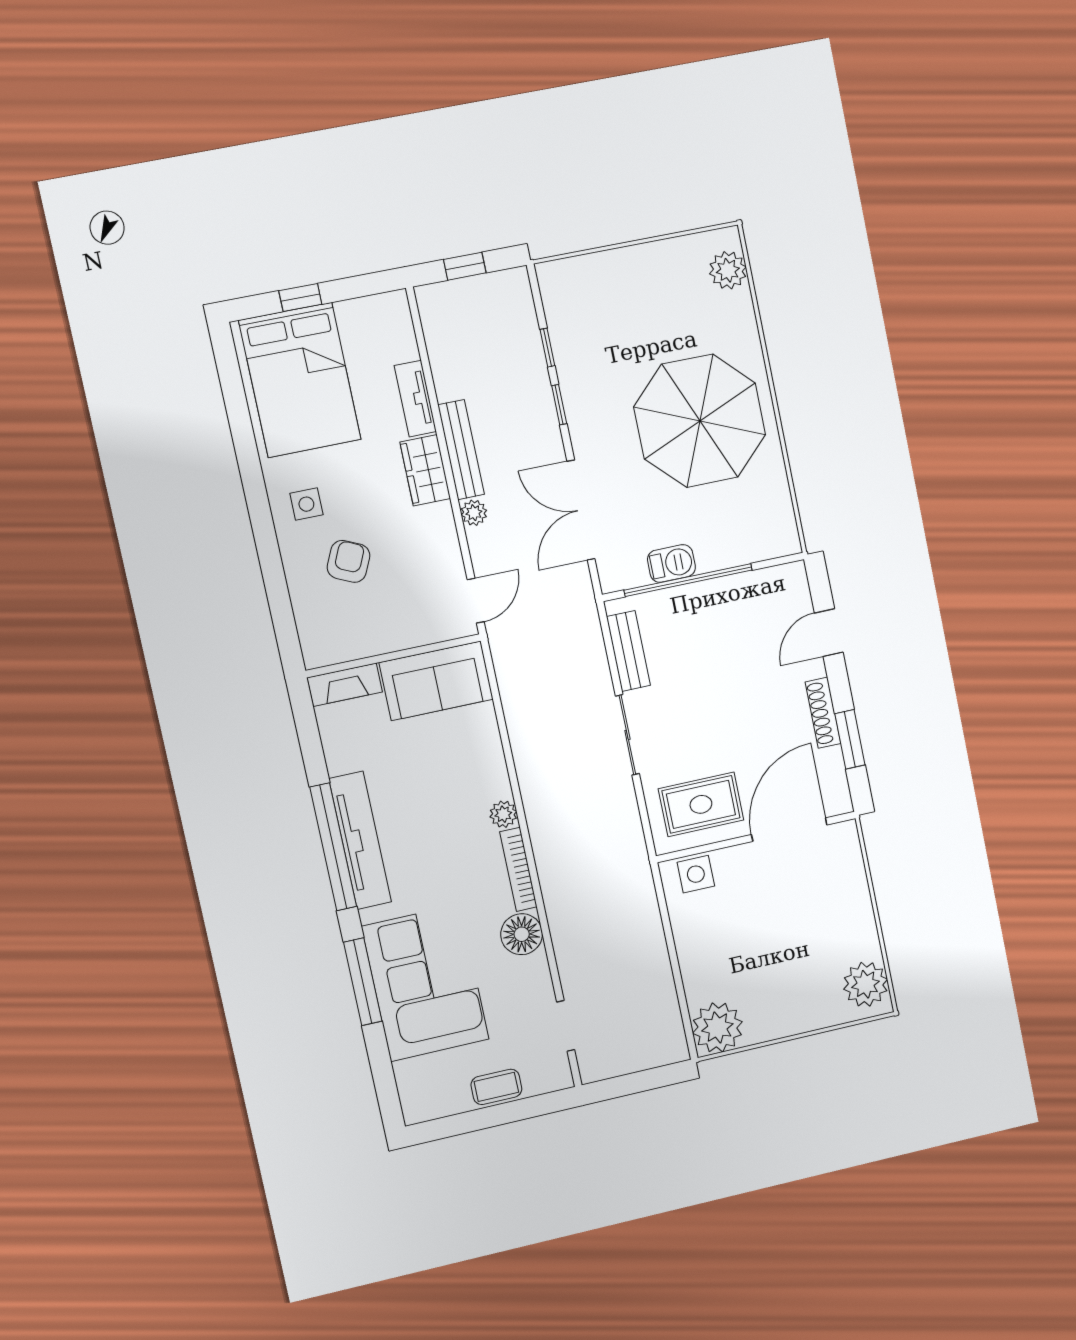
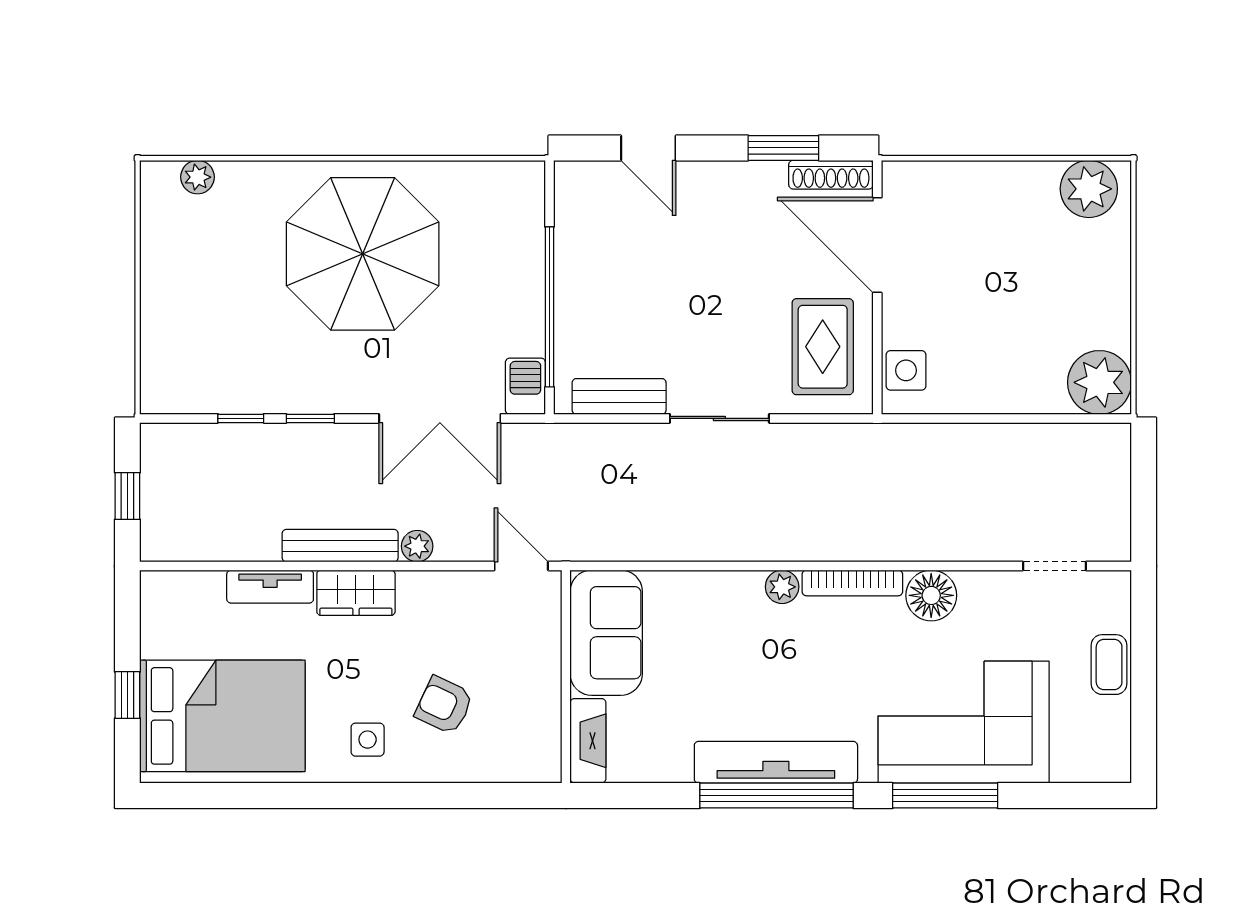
plant: (728, 270) -> (197, 177), width x0.73, depth x0.73
barbecue: (671, 563) -> (525, 386), moved
shoe rack: (823, 713) -> (831, 175), moved

